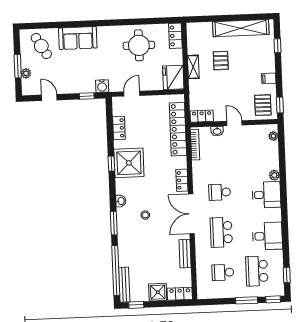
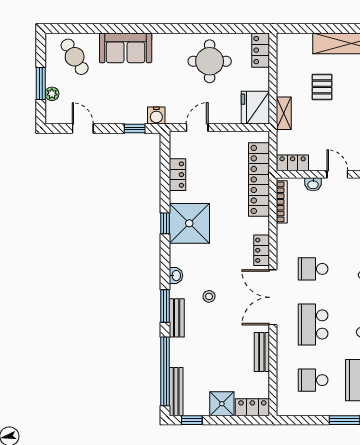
shelving: (193, 67) -> (284, 113), moved
bench: (123, 231) -> (177, 318), added

